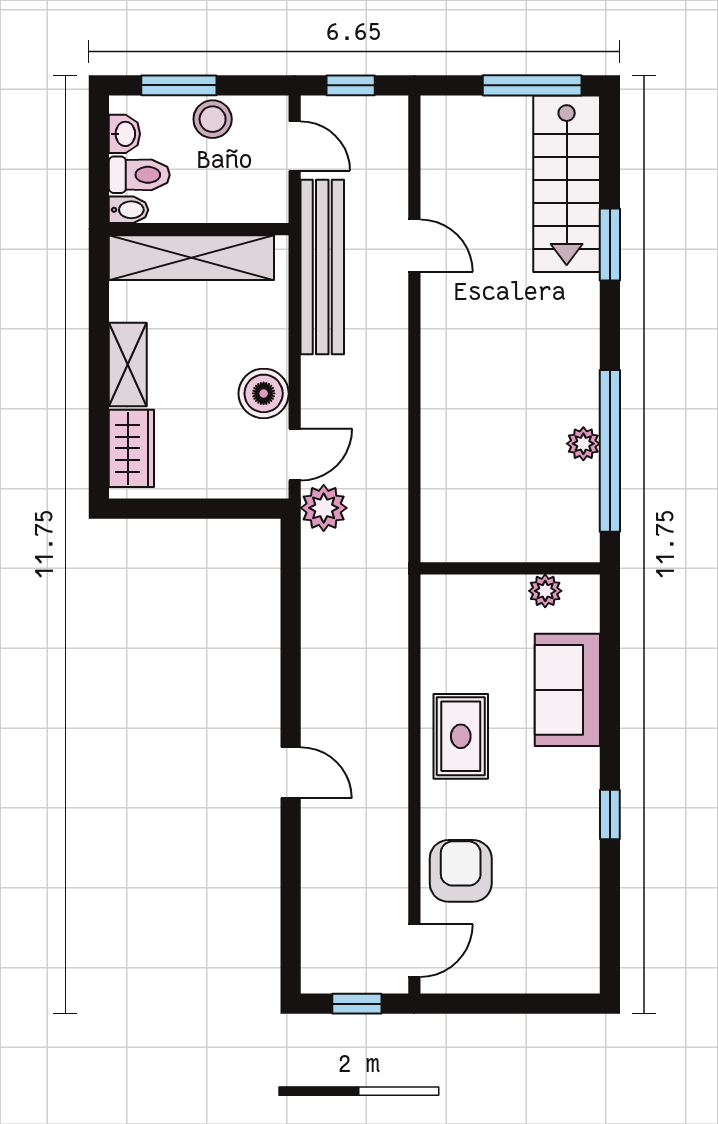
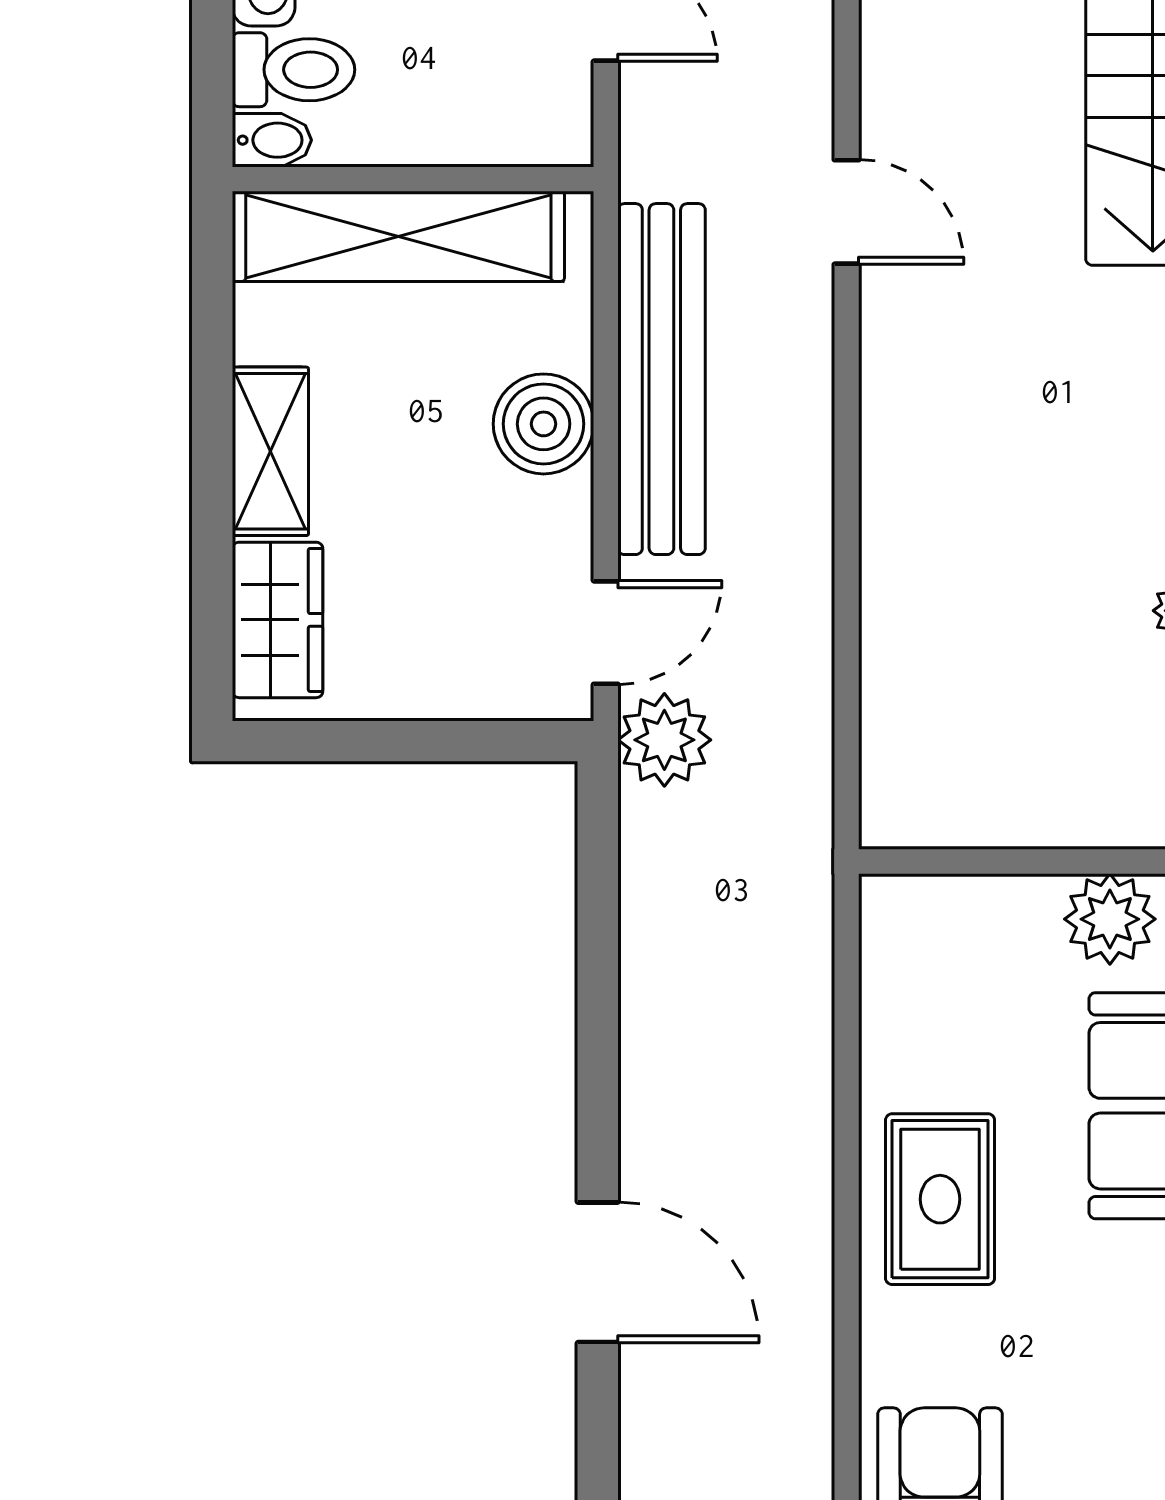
bench: (322, 267) -> (661, 379), moved
boiler: (264, 393) -> (544, 424), moved
plant: (545, 591) -> (1110, 919), width x1.38, depth x1.38
door: (291, 773) -> (598, 1272), width x1.38

